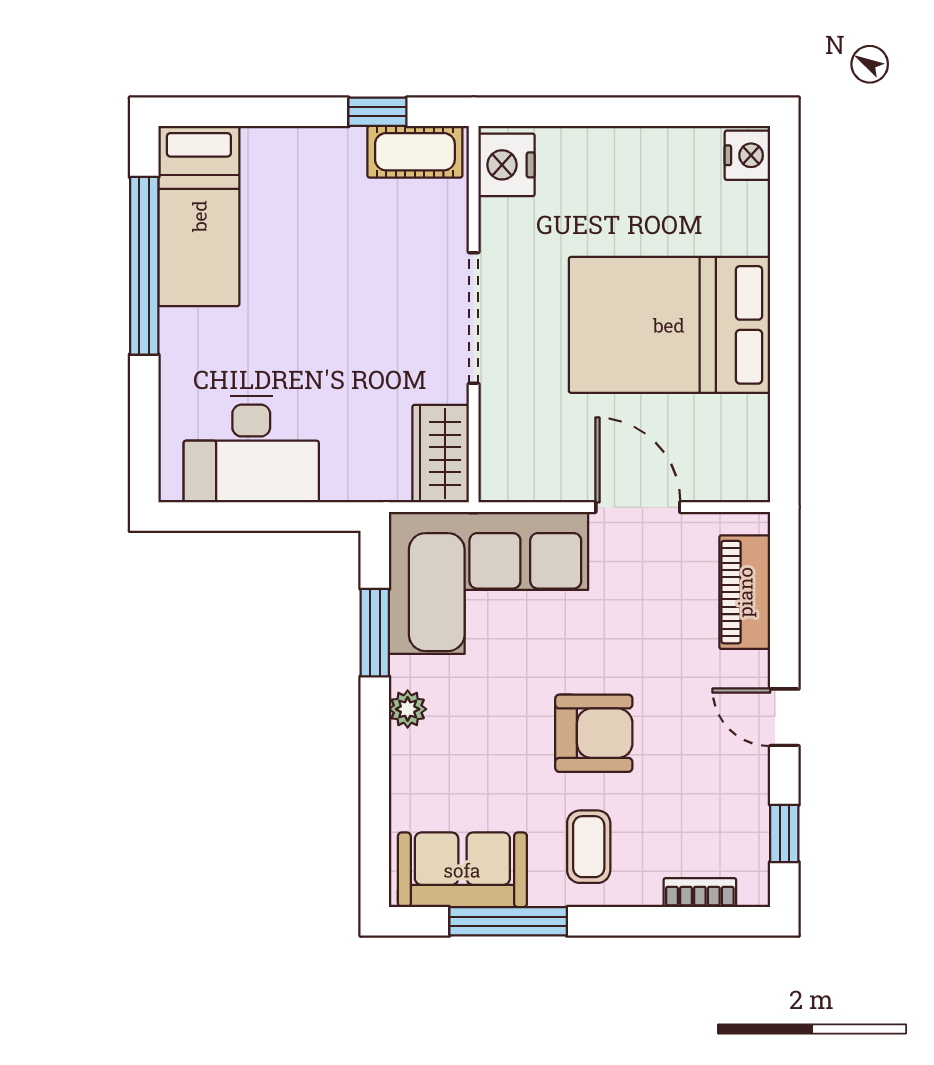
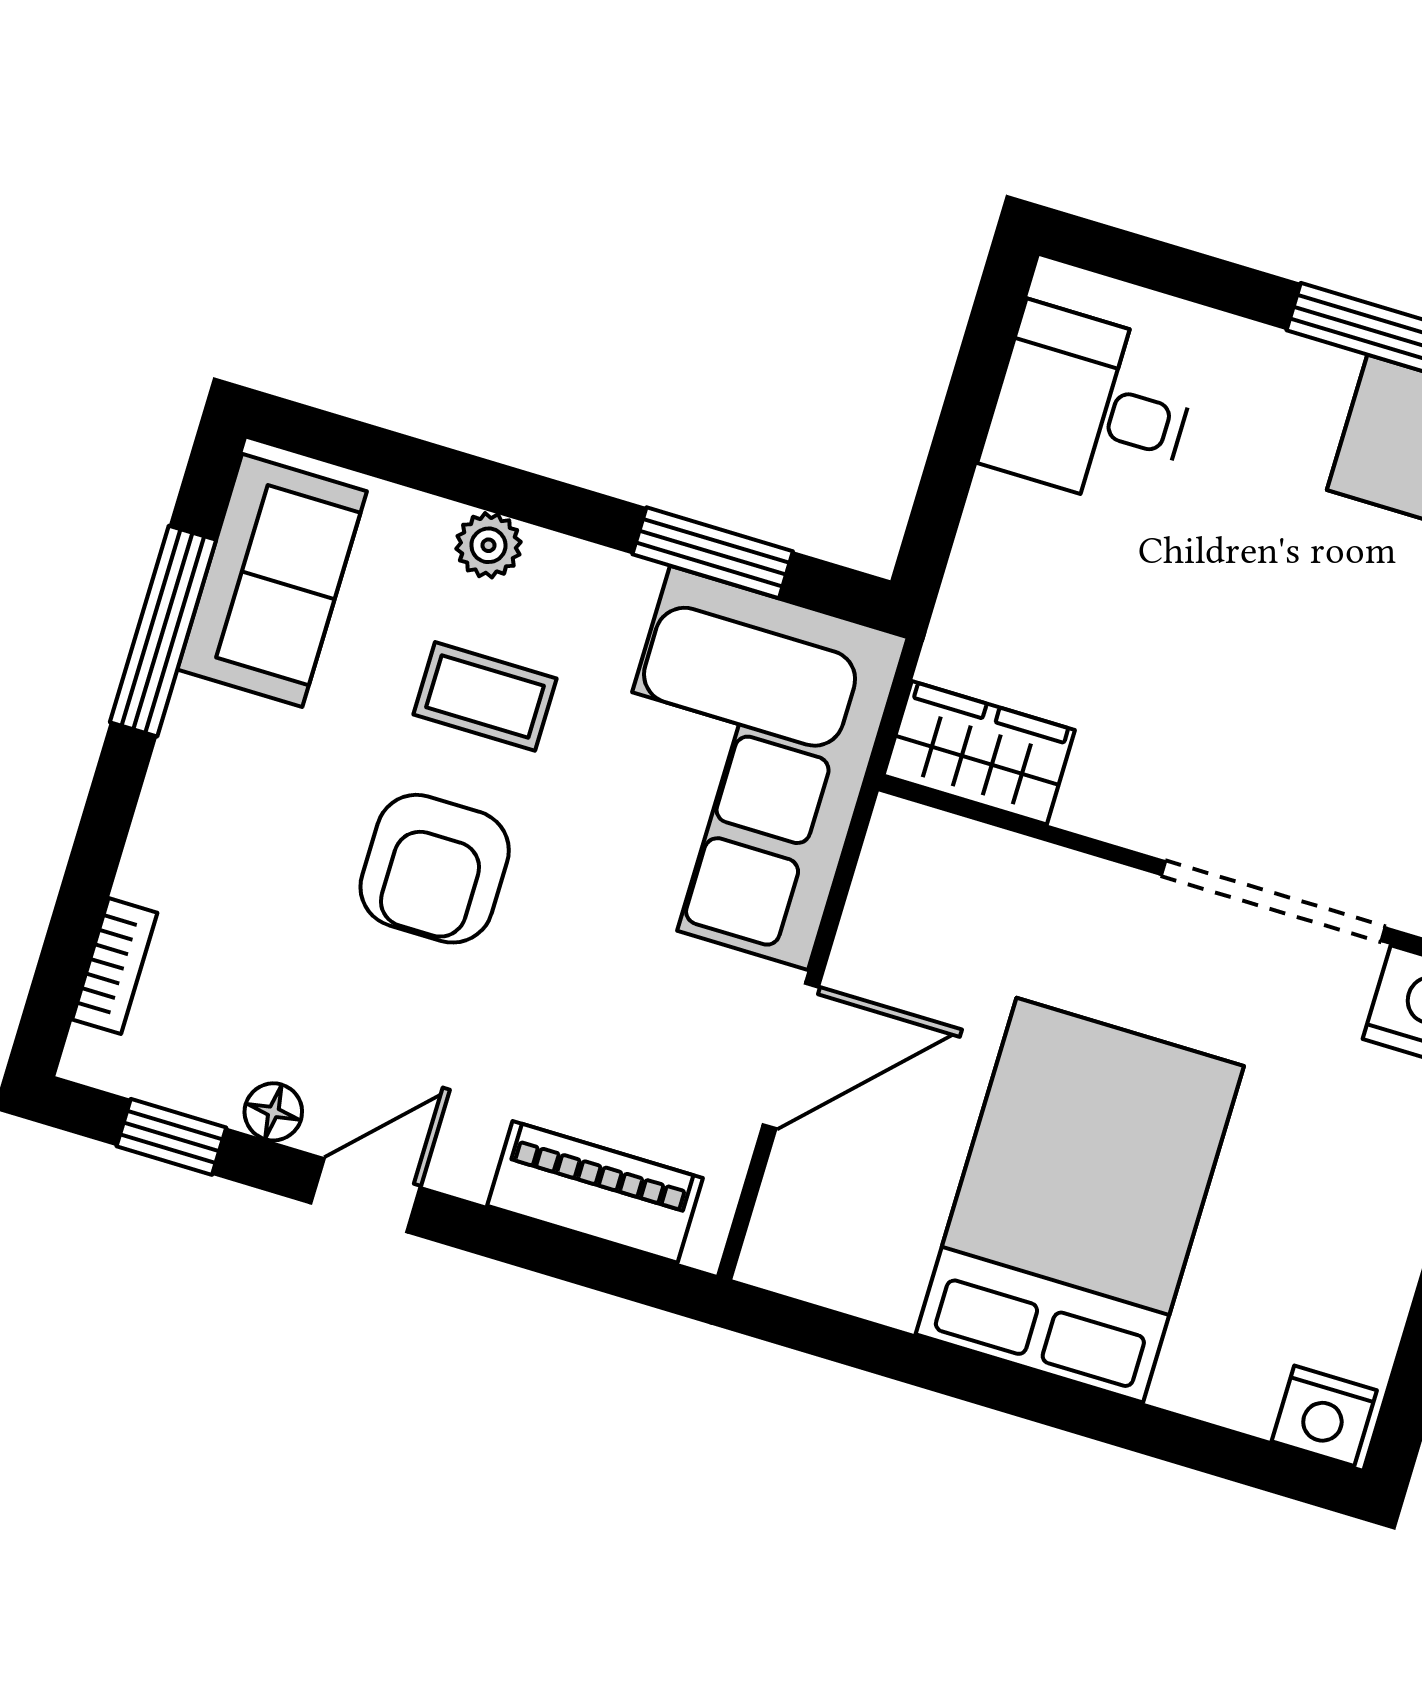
doorway: (474, 318) -> (1273, 901), moved
desk: (251, 449) -> (1091, 407), width x0.73
plant: (408, 709) -> (488, 545), moved
floor lamp: (754, 782) -> (273, 1112), added
coffee table: (589, 847) -> (485, 696), moved

